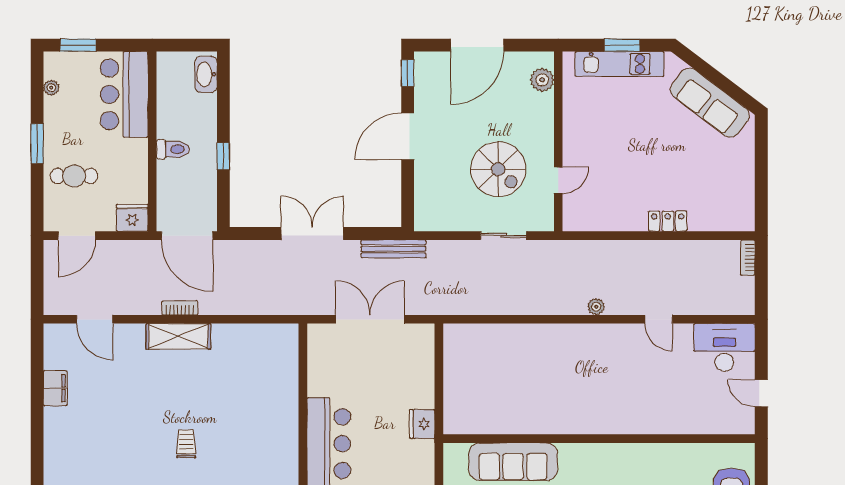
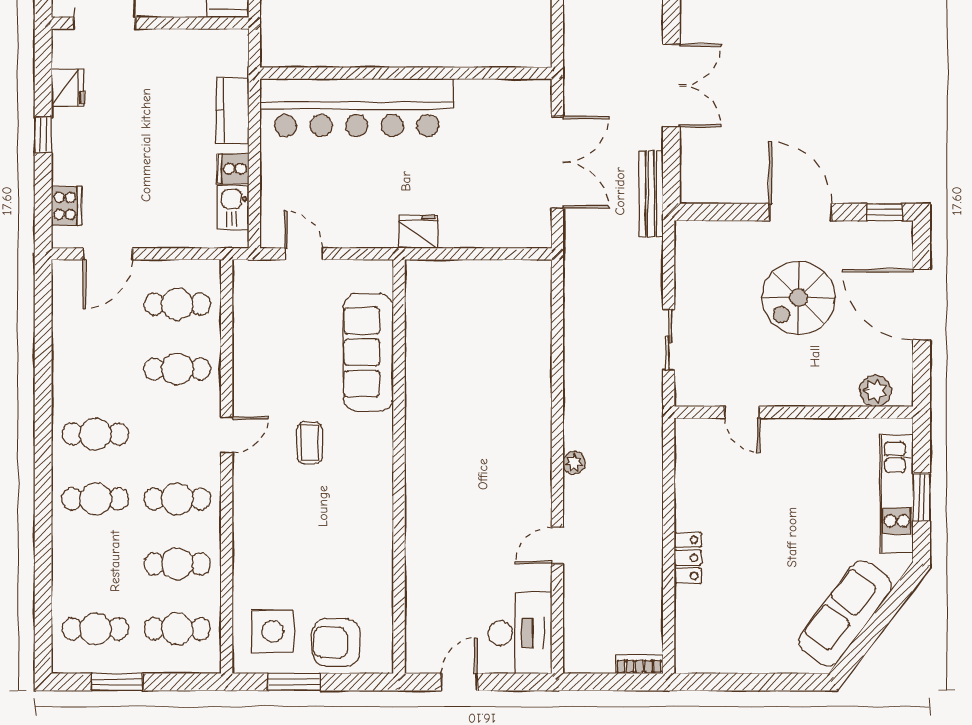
spiral stairs: (498, 169) -> (798, 298), moved

